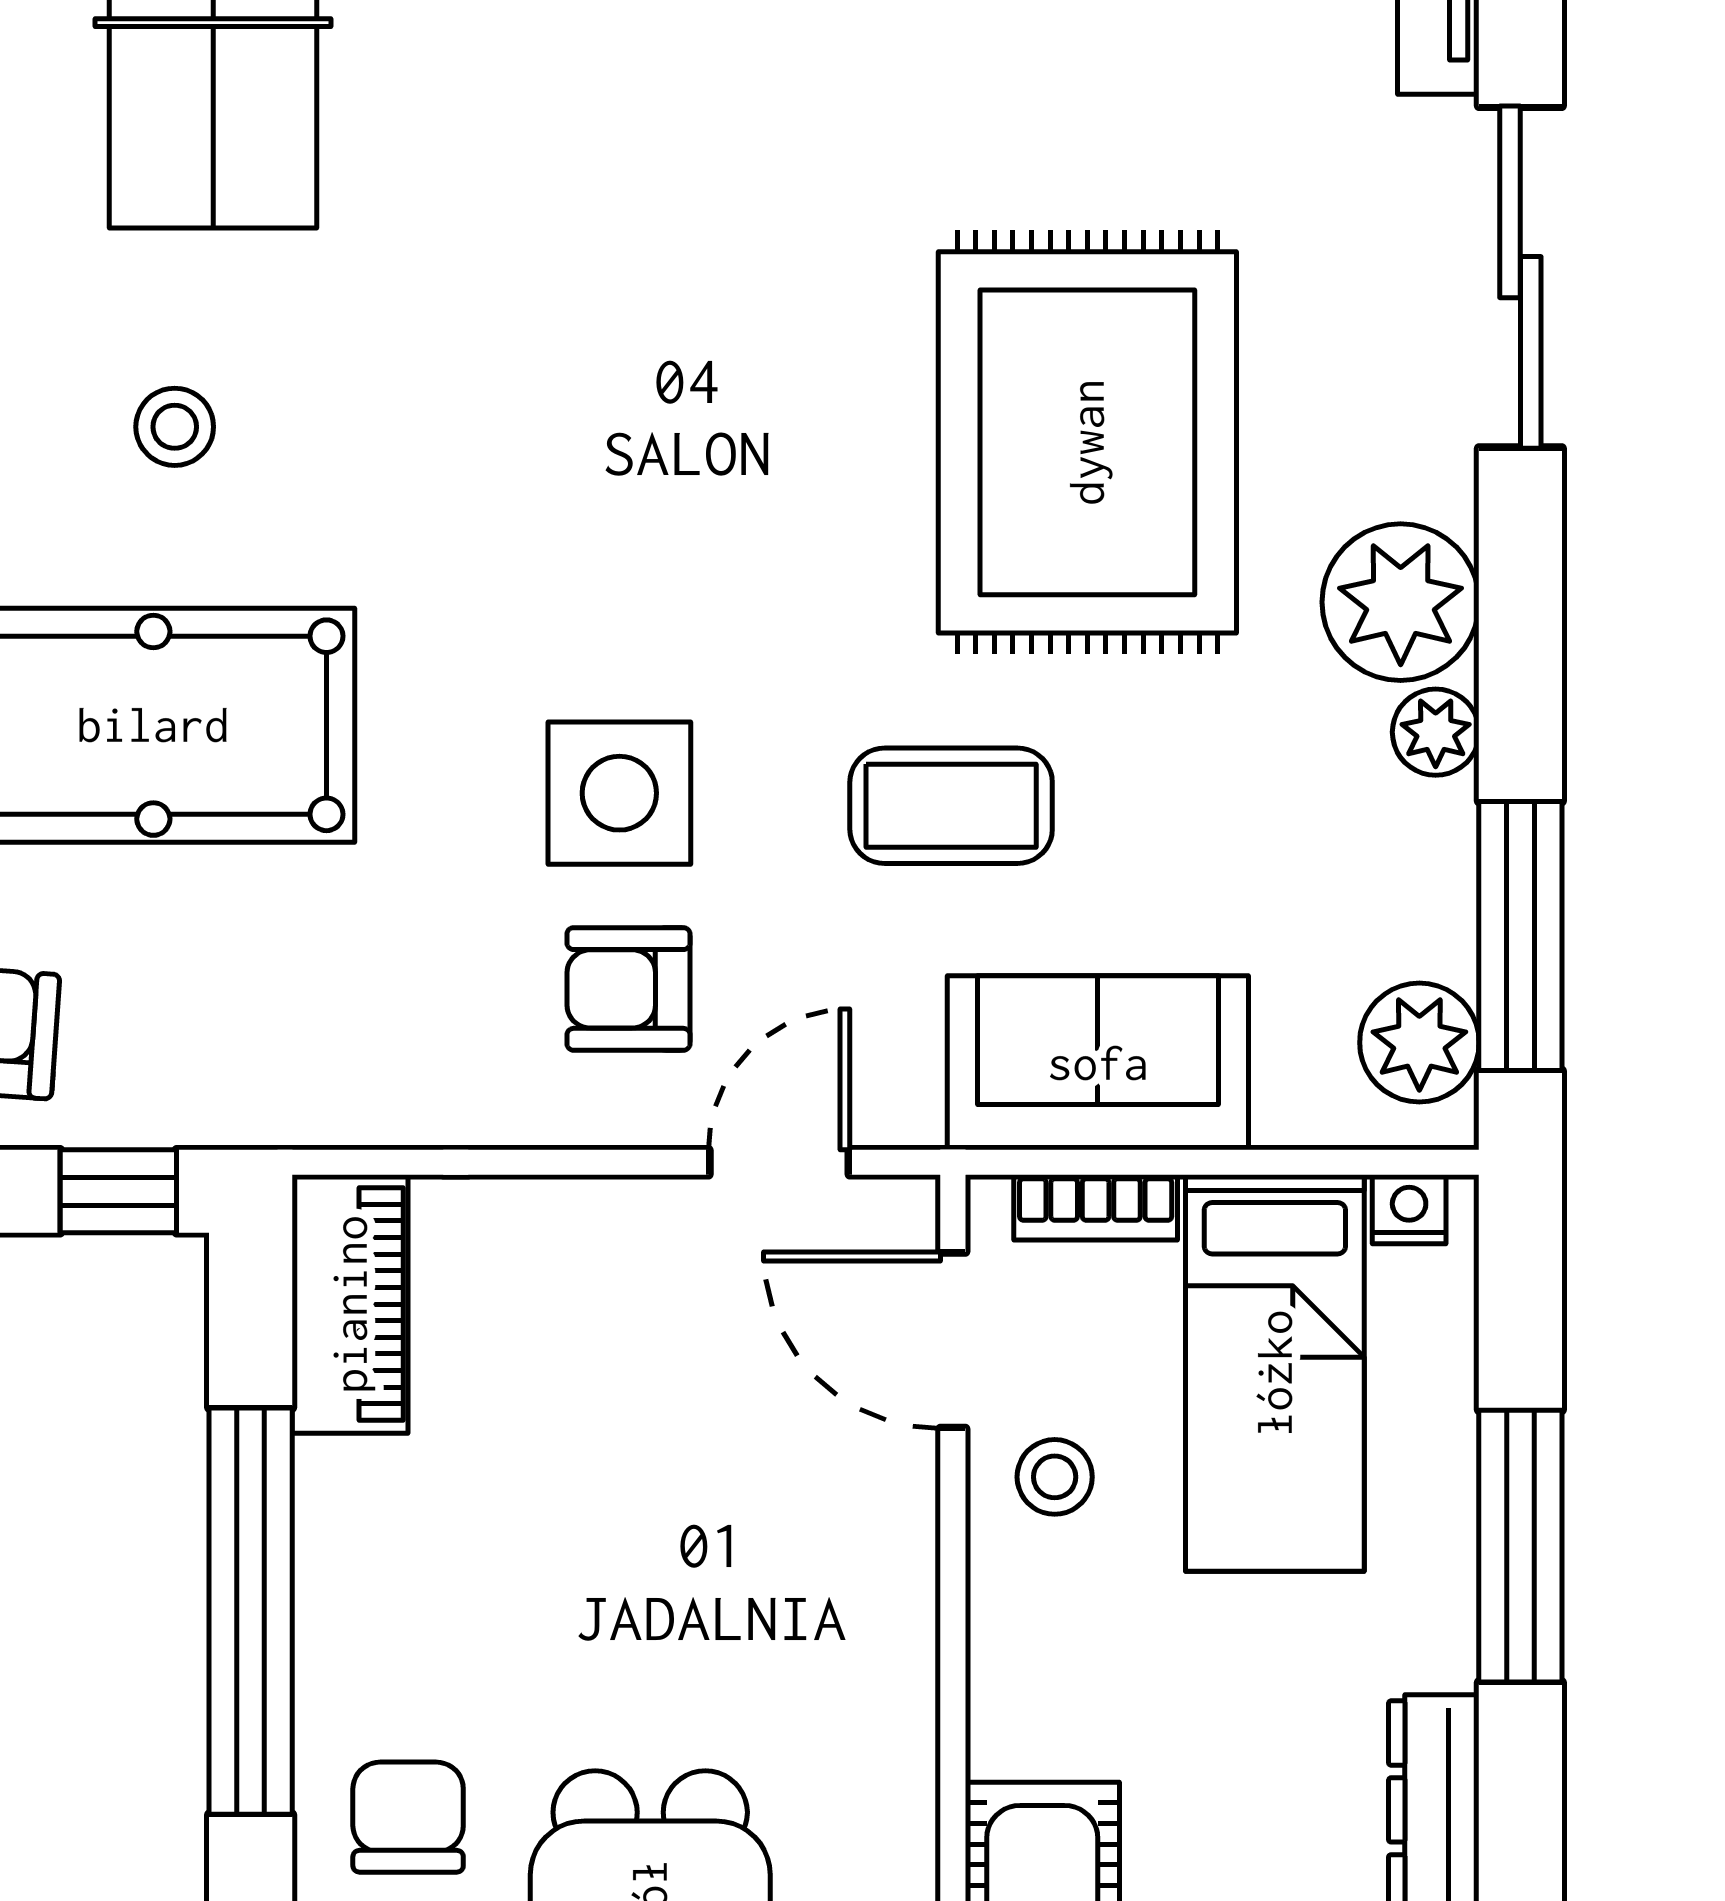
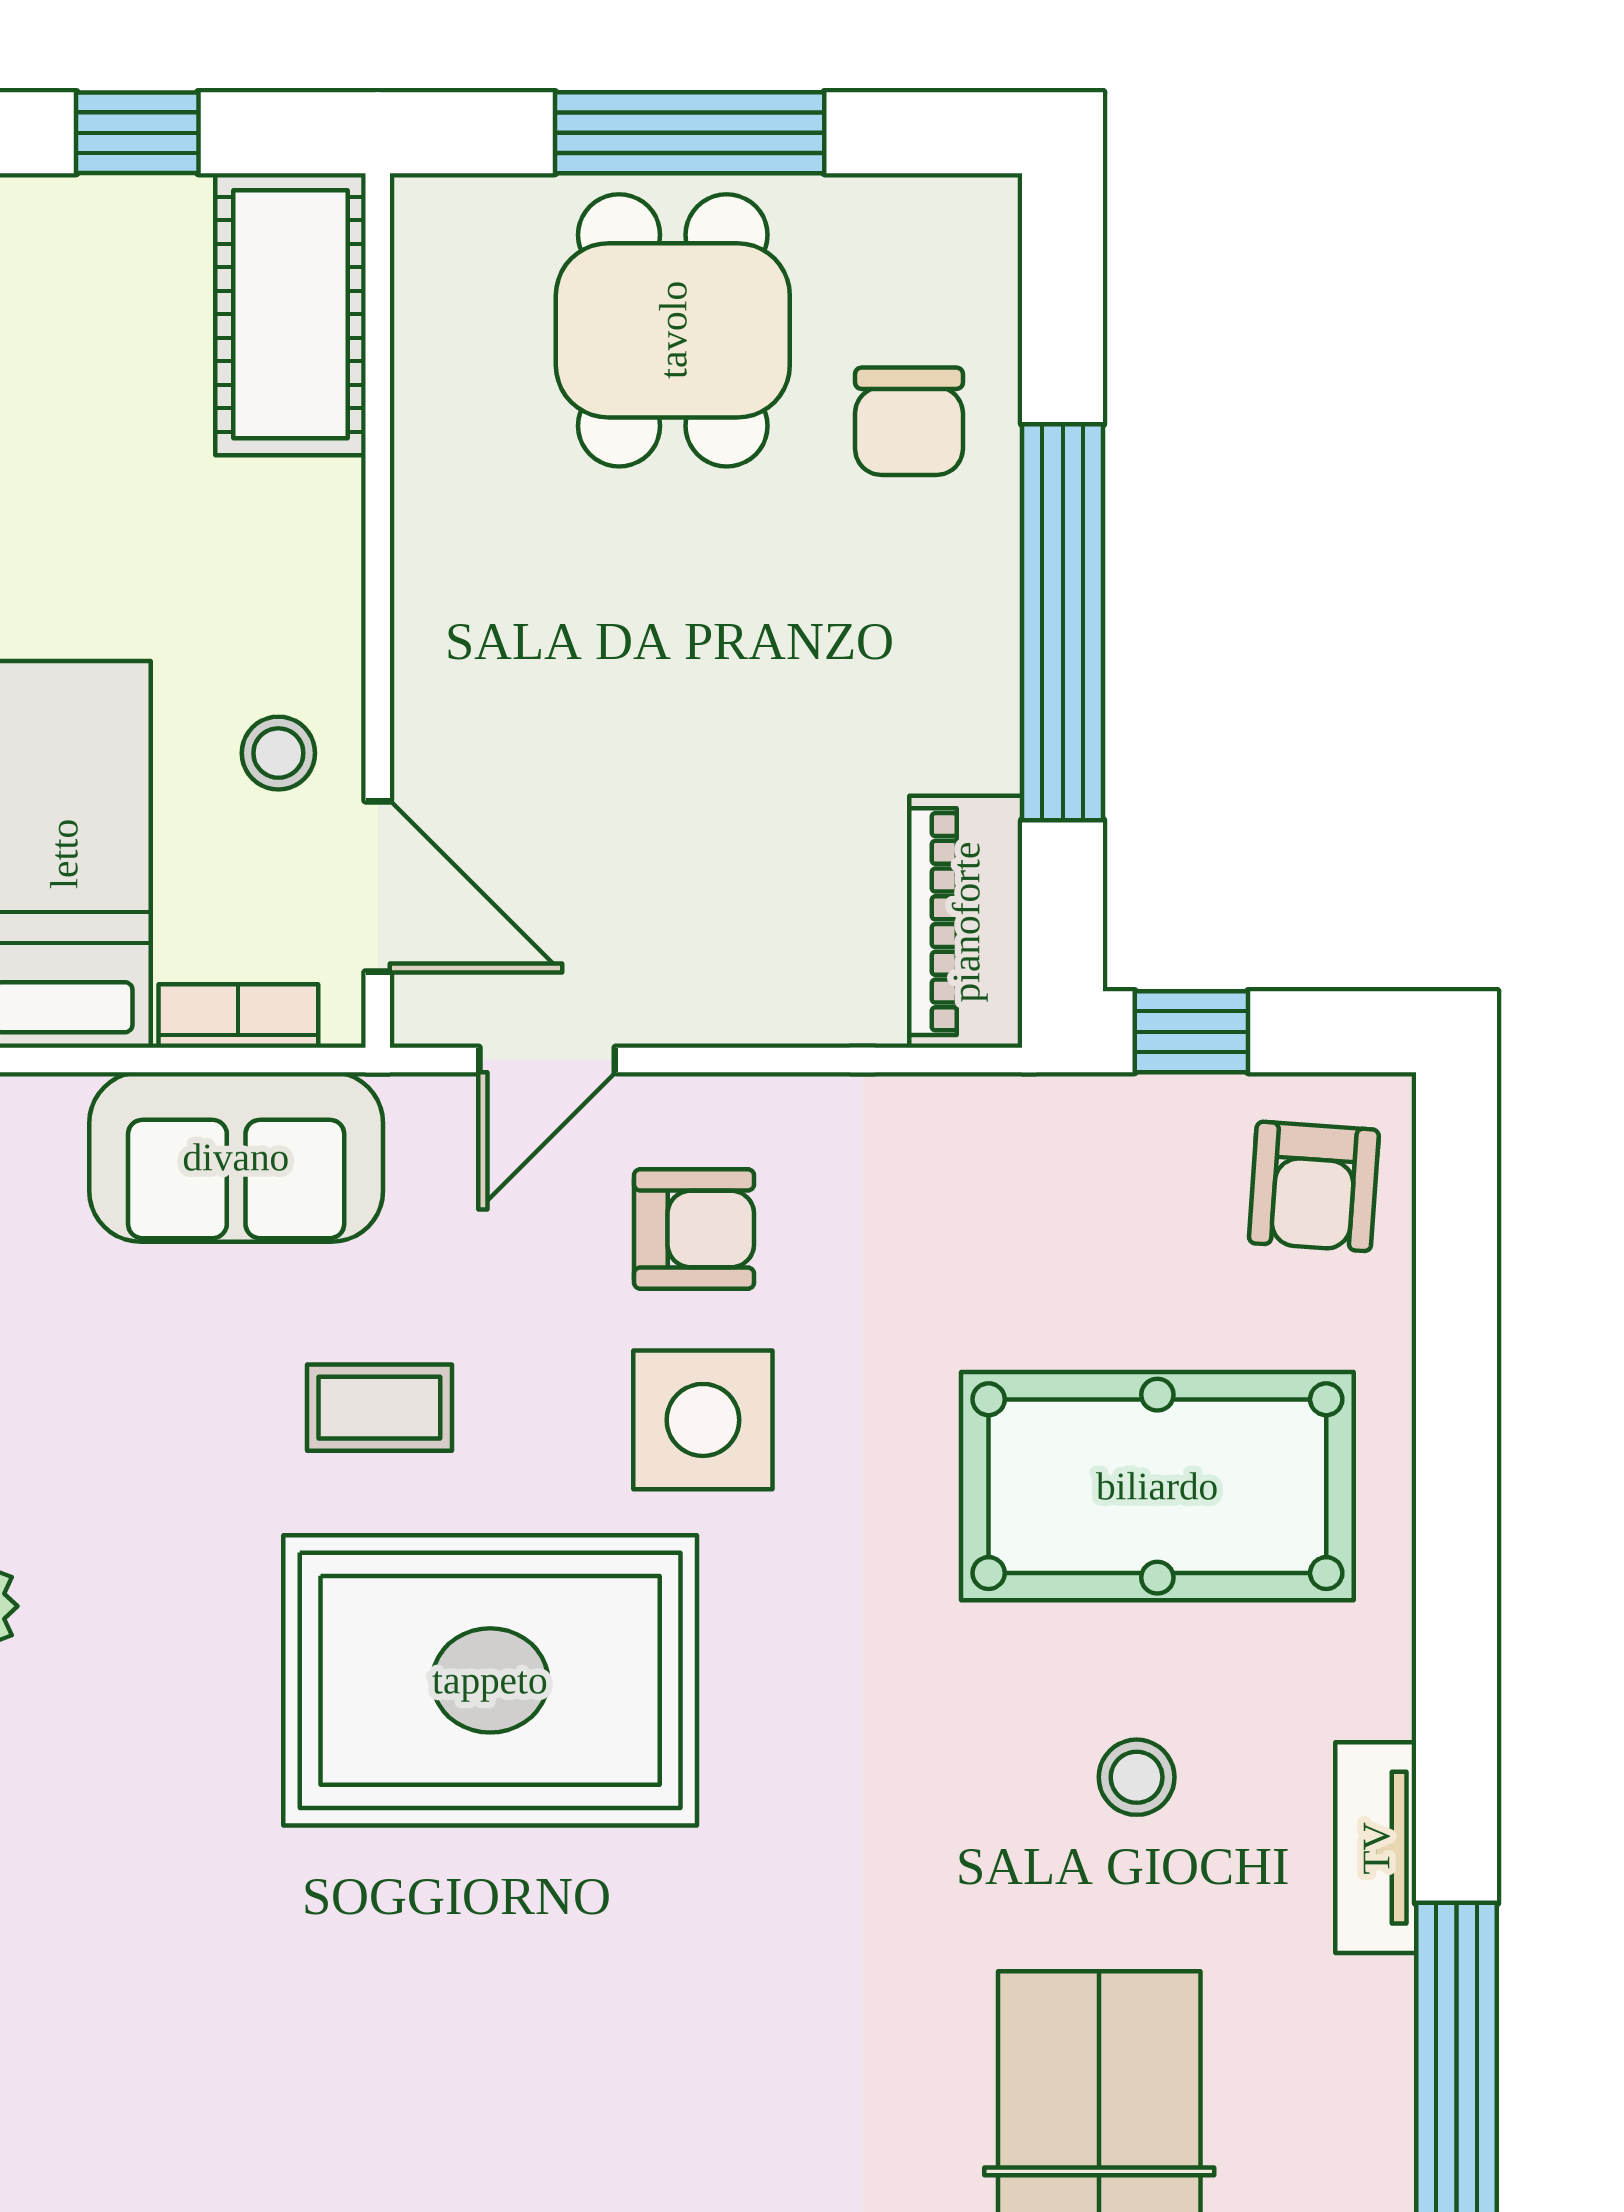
rug: (1087, 442) -> (490, 1680), moved, turned 90
coffee table: (951, 806) -> (379, 1408), width x0.73, depth x0.77

